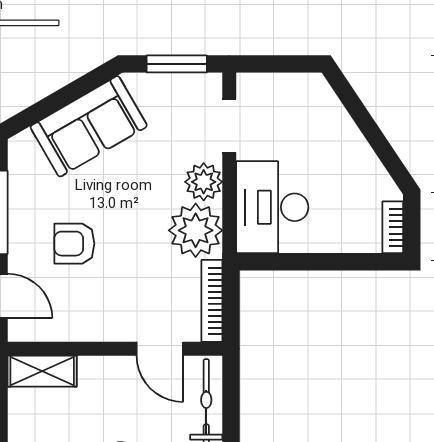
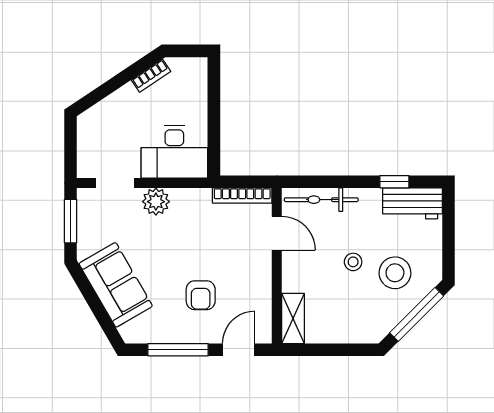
bookcase: (393, 227) -> (151, 76), moved, turned -34
plant: (196, 230) -> (191, 207), removed
door: (160, 349) -> (277, 233), hinge flipped

